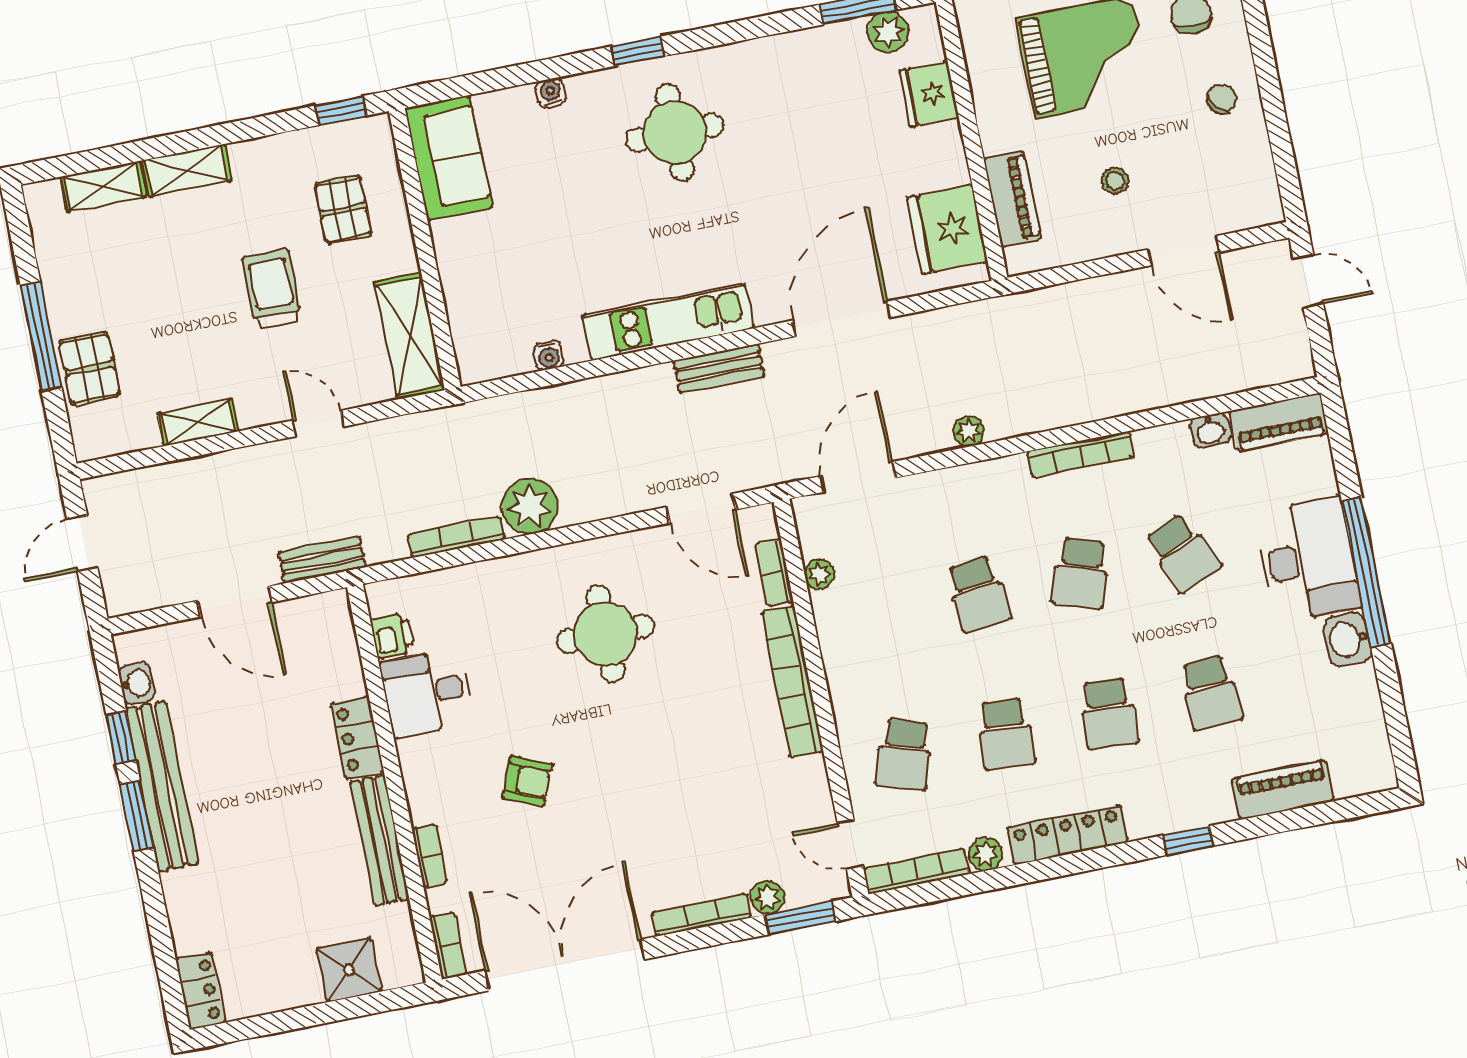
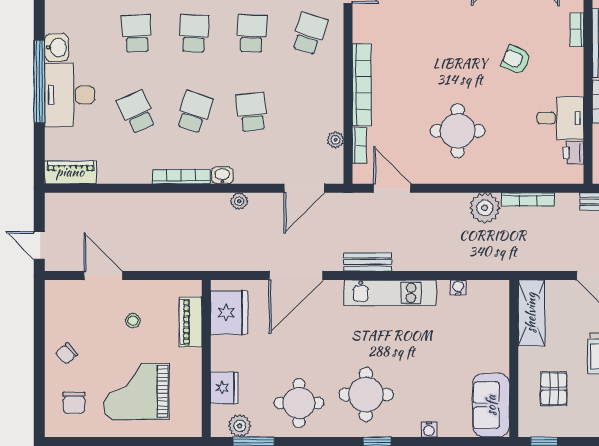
round table: (791, 94) -> (299, 403), added
washbasin: (1210, 430) -> (222, 175), moved

